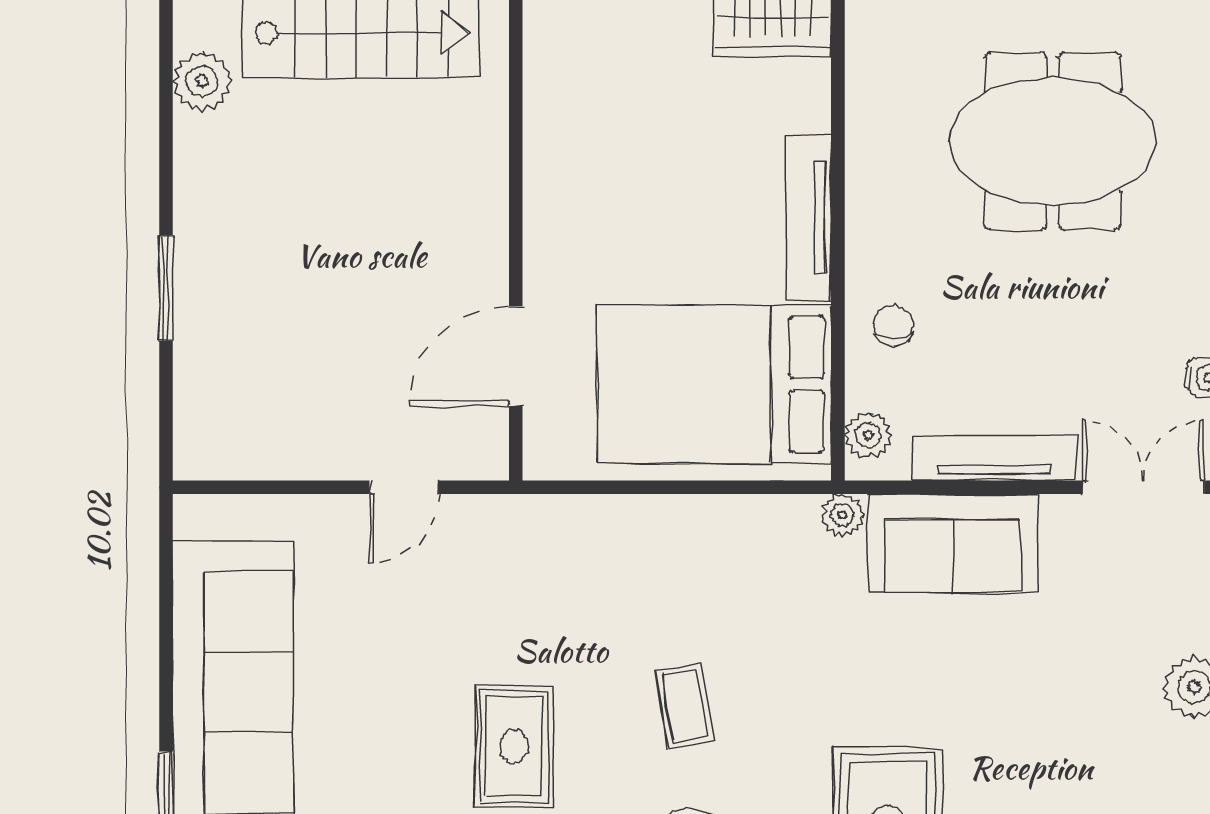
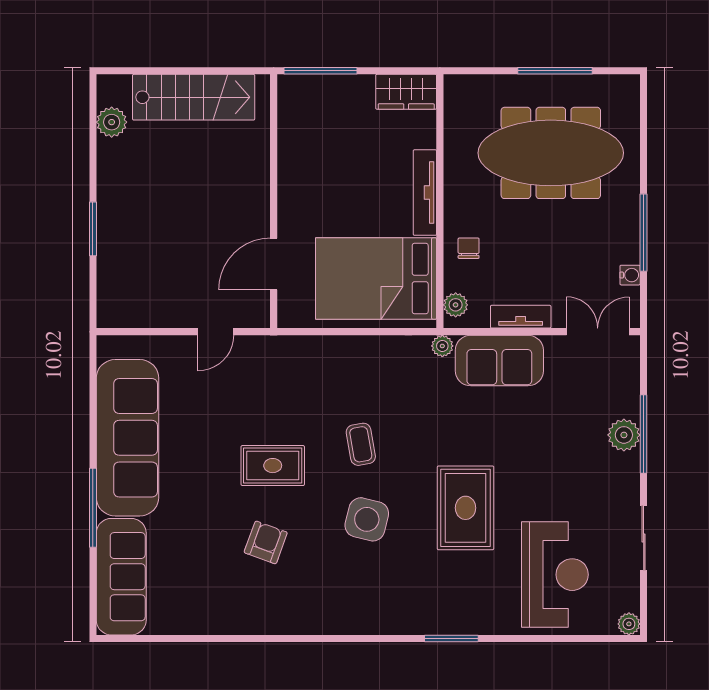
meeting table: (1053, 141) -> (551, 153), width x1.36
tv unit: (994, 458) -> (521, 317), width x0.71
rug: (514, 746) -> (273, 466), turned 90

